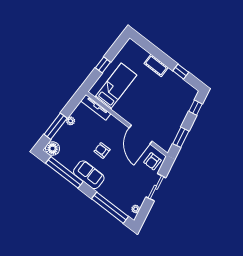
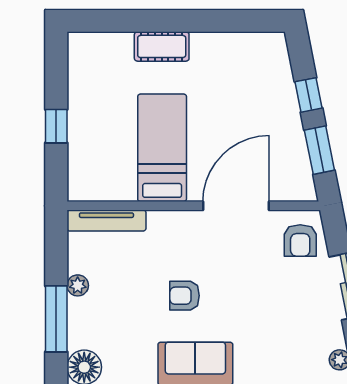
window: (181, 72) -> (219, 21), removed
bed: (116, 86) -> (162, 148), moved
window: (196, 108) -> (309, 95), moved
door: (141, 135) -> (236, 206), swing flipped

